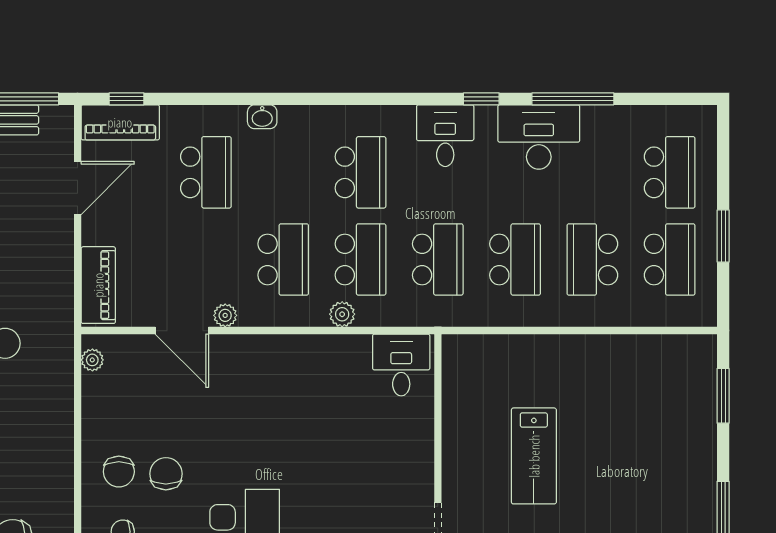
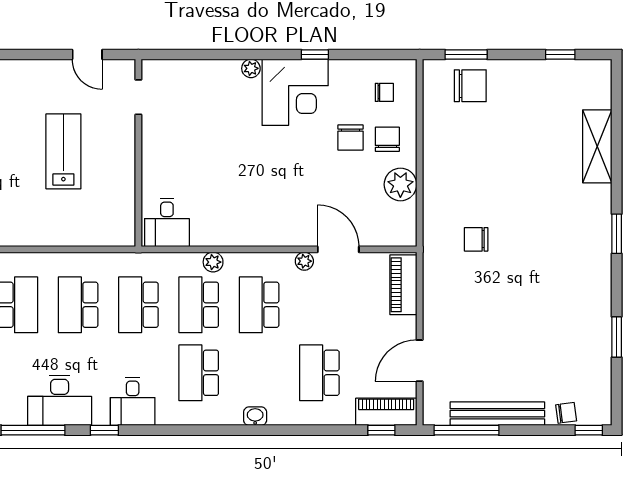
washbasin: (262, 117) -> (255, 416), moved
plant: (92, 360) -> (400, 184), moved, width x1.88, depth x1.88

